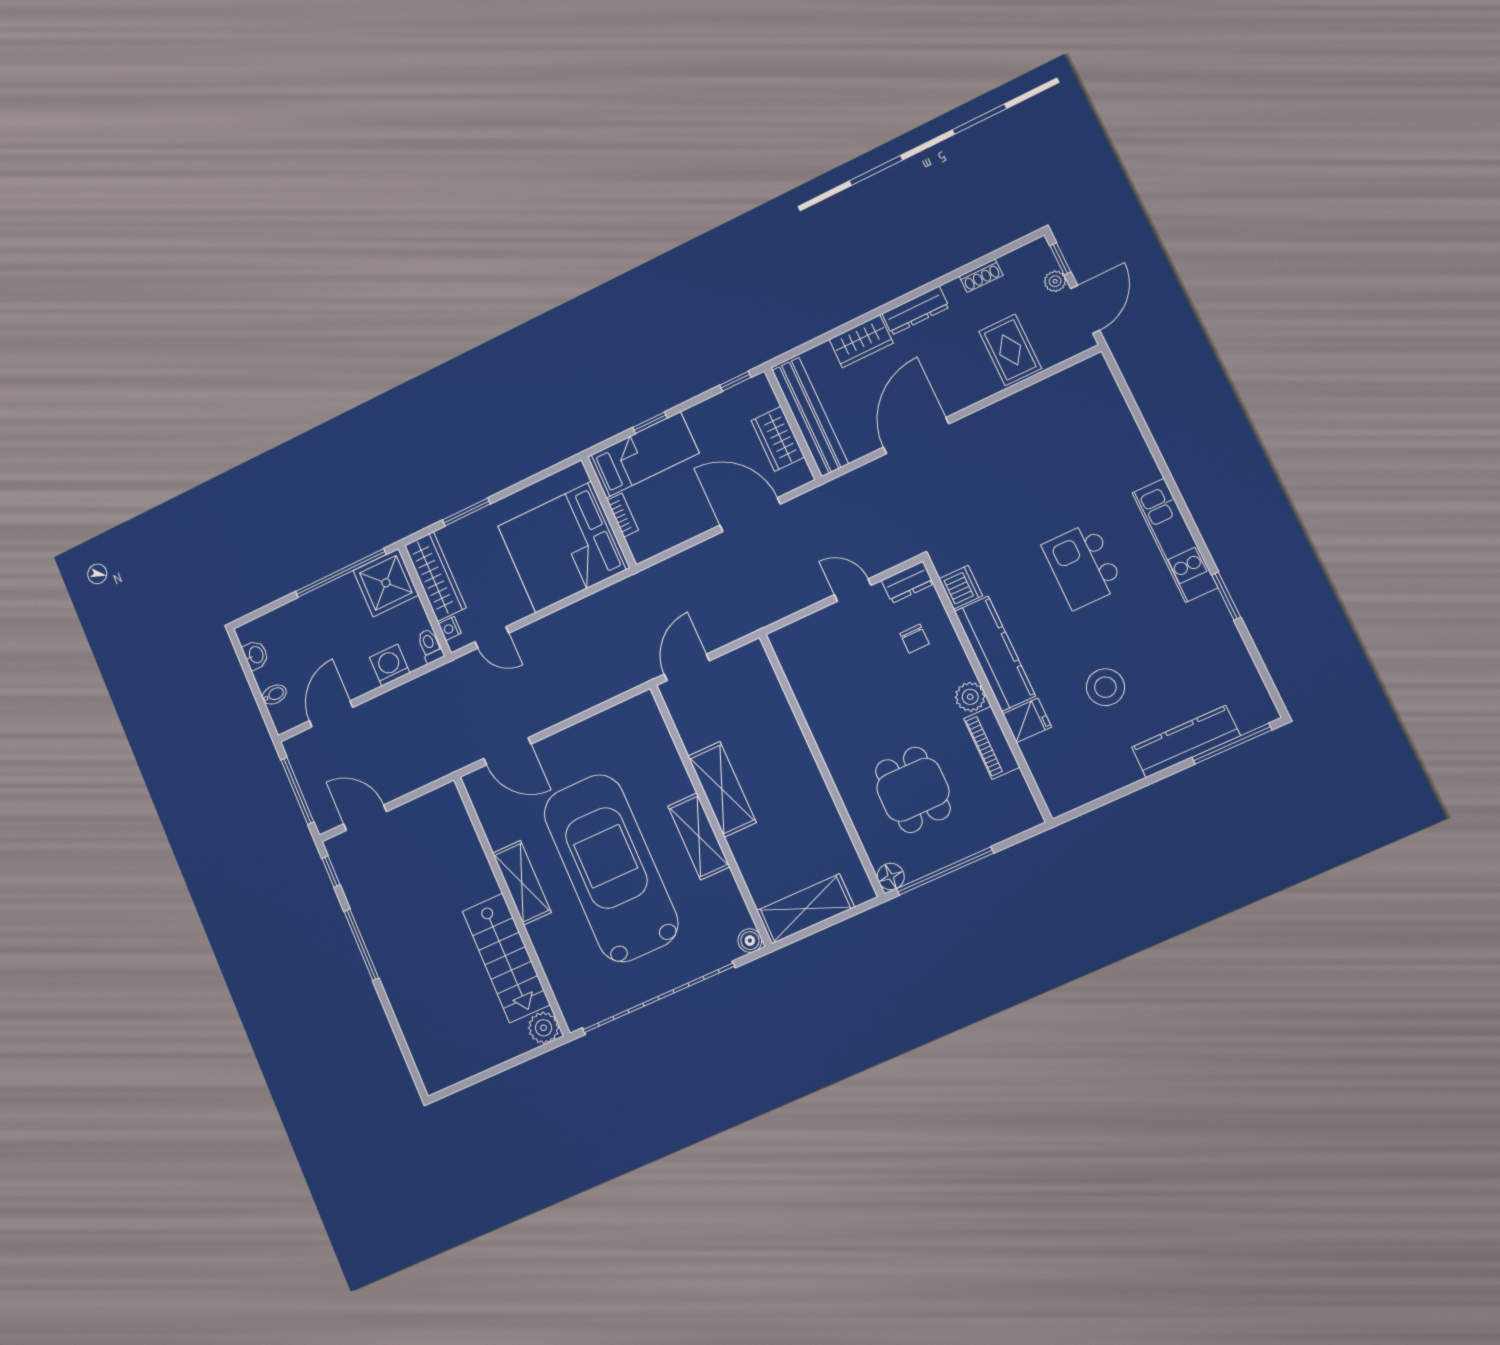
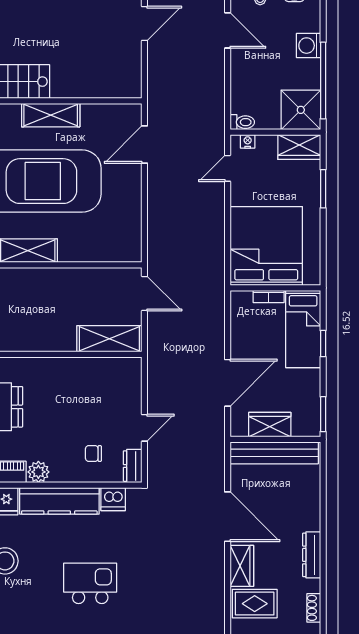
wardrobe: (861, 341) -> (242, 566), moved, turned 180
window: (735, 381) -> (323, 414), width x1.50
wardrobe: (435, 577) -> (299, 147), width x0.67
washing machine: (390, 665) -> (308, 46), moved, turned 180
shelving: (722, 789) -> (109, 339), moved

